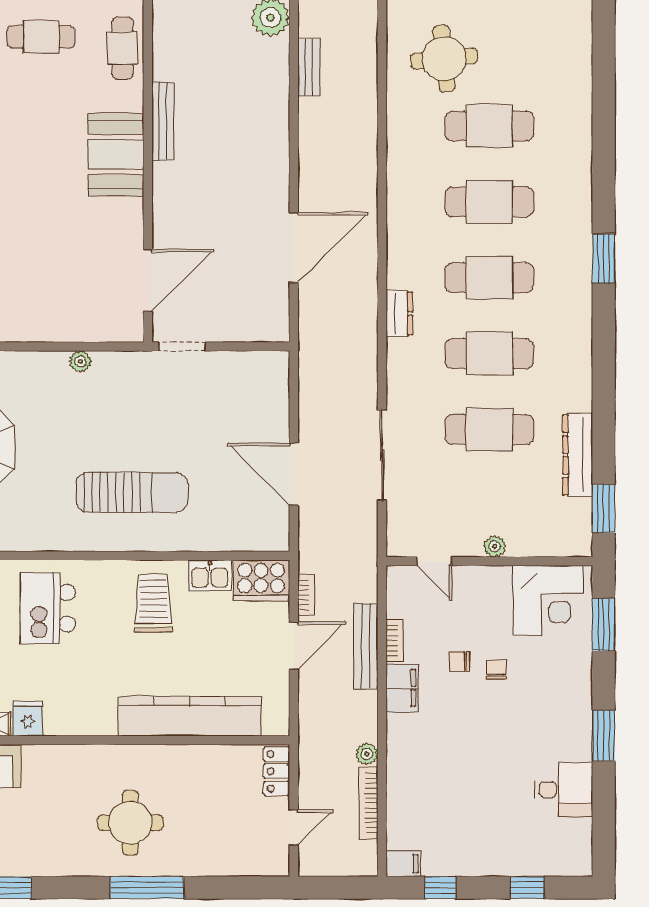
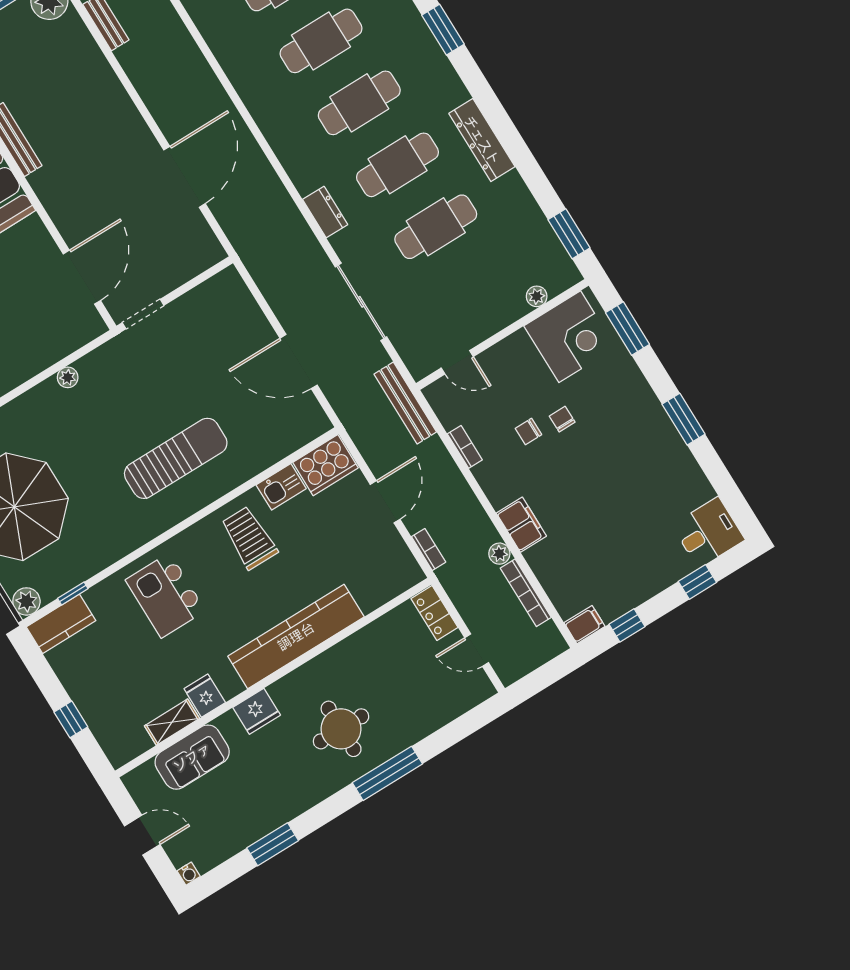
dresser: (399, 313) -> (325, 212), moved
dresser: (578, 455) -> (482, 140), moved
plant: (495, 546) -> (537, 296), moved
bookcase: (306, 595) -> (429, 549), moved
bench: (366, 646) -> (405, 403), moved
filing cabinet: (402, 688) -> (521, 525), moved
kitchen counter: (190, 716) -> (296, 636), moved
fridge: (65, 761) -> (257, 711), added
desk: (563, 790) -> (708, 532), moved
door: (294, 827) -> (477, 650), swing flipped

